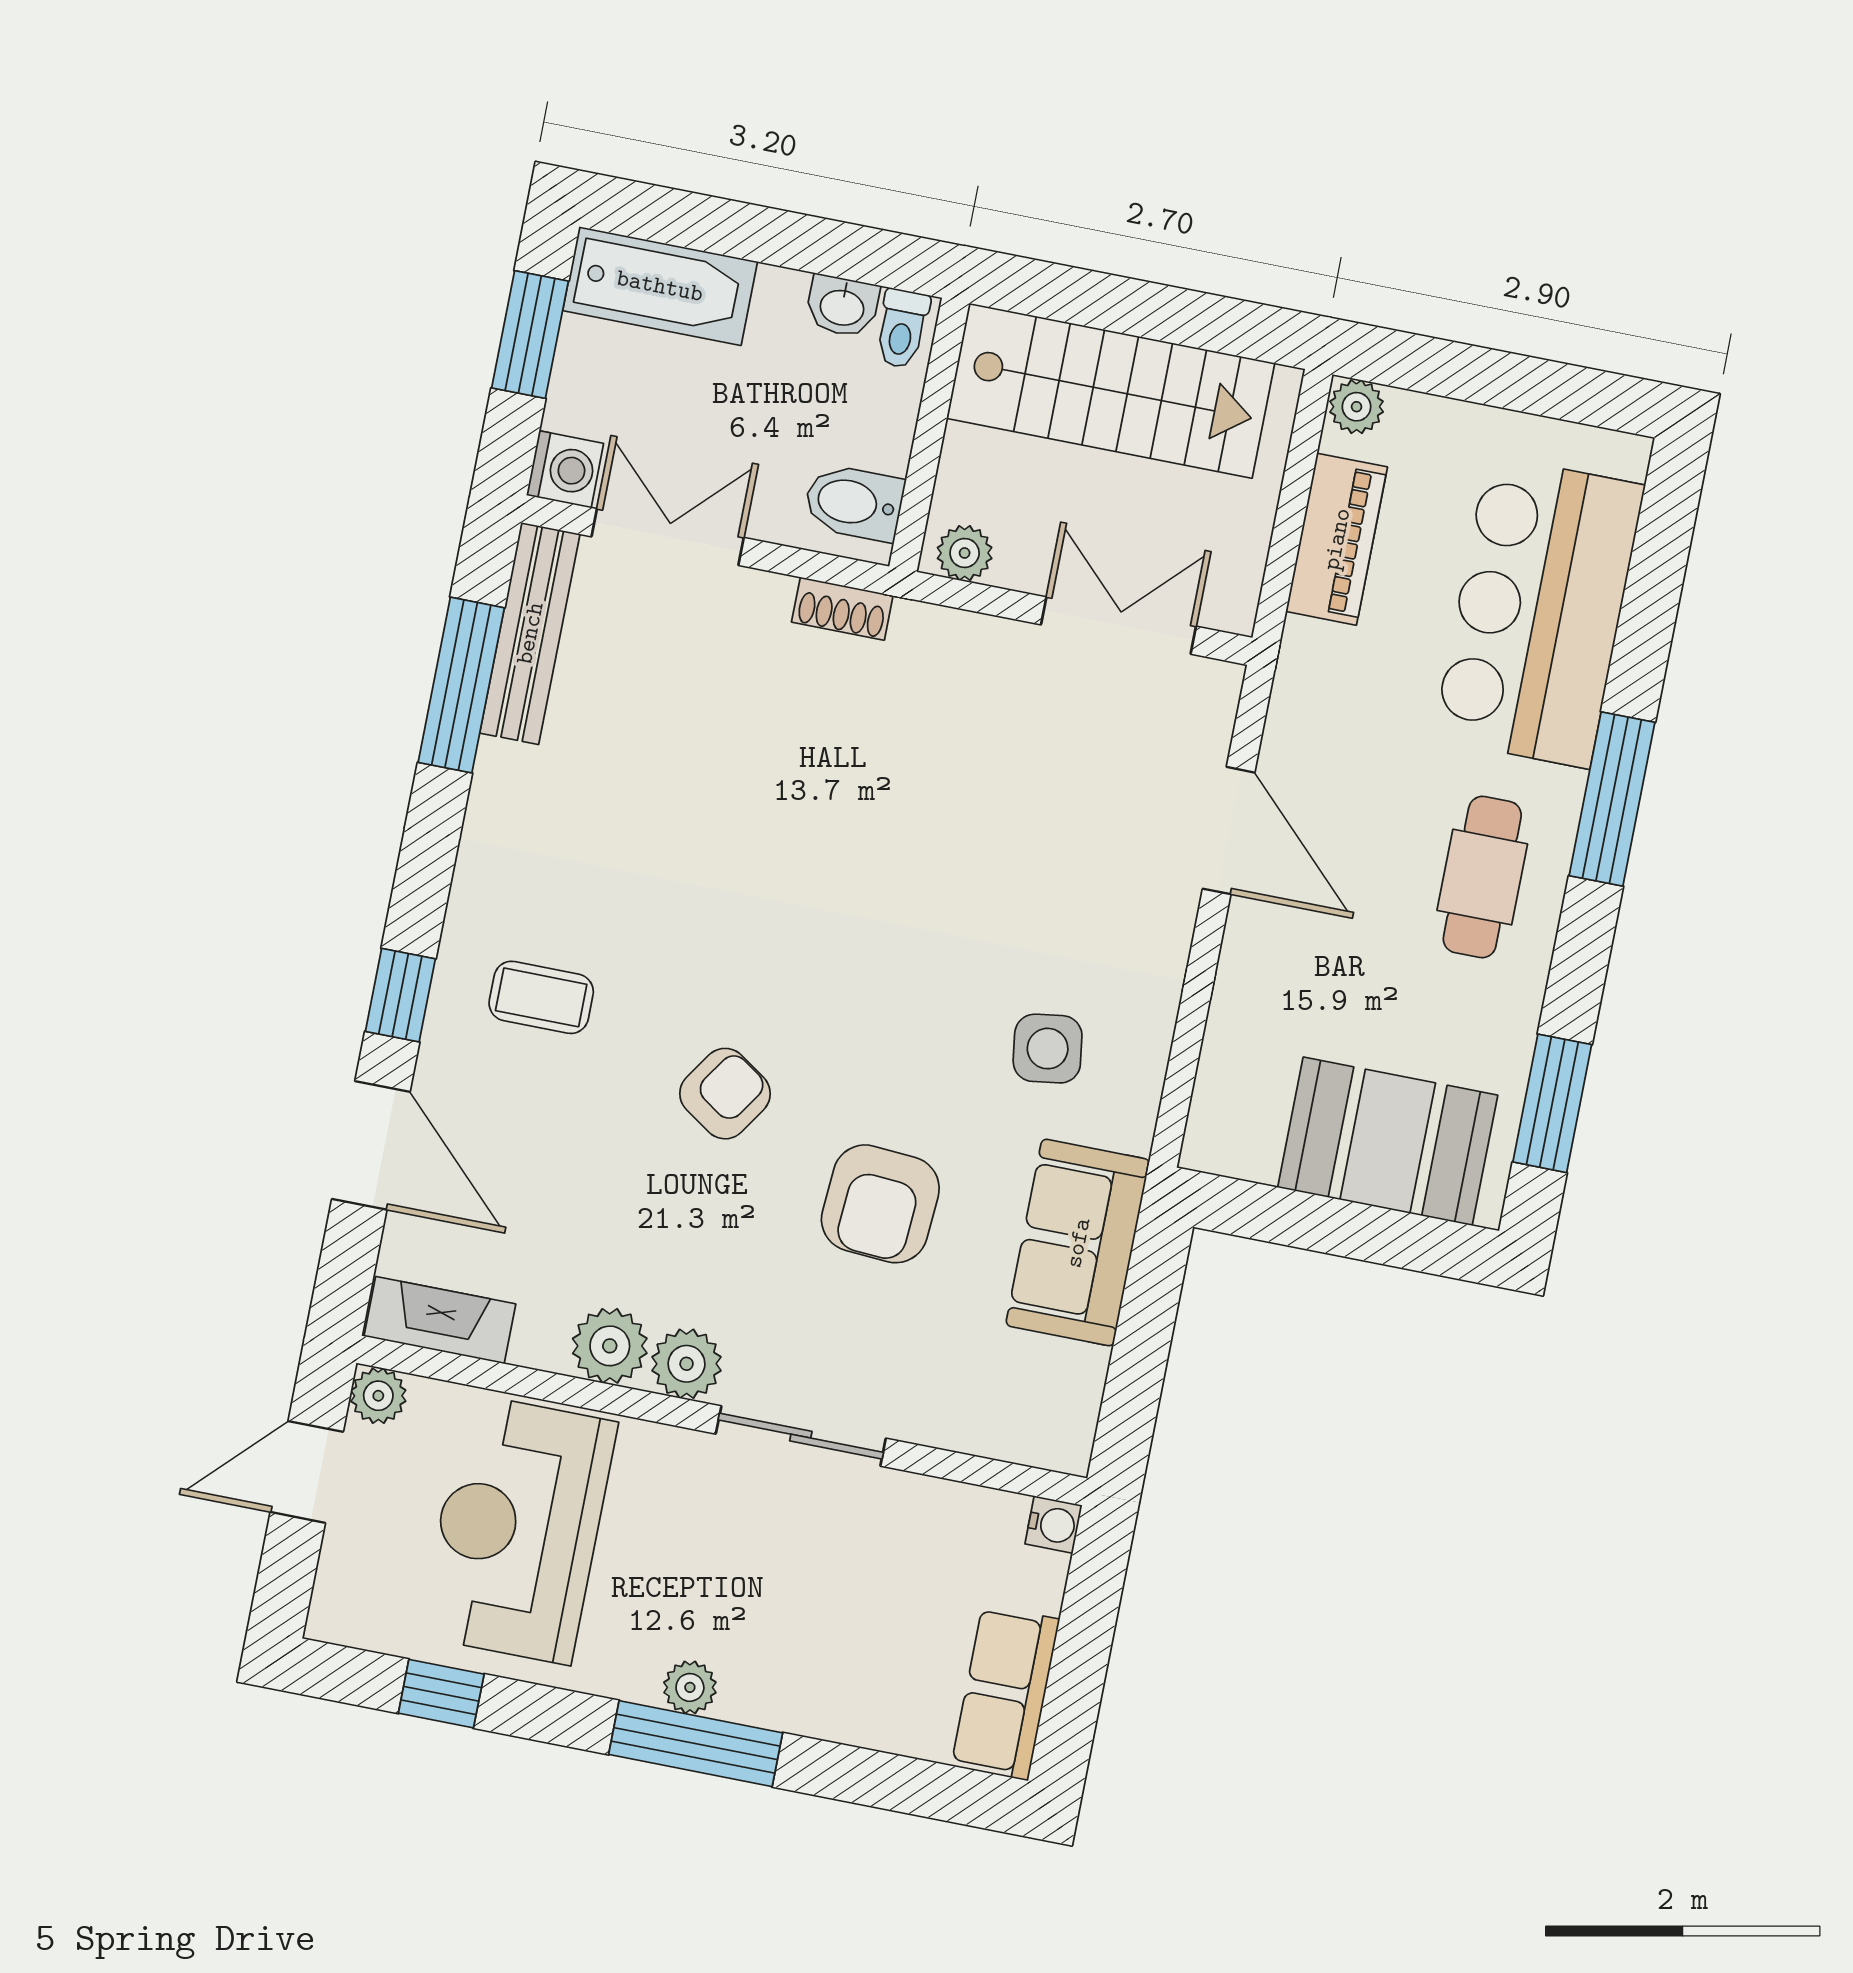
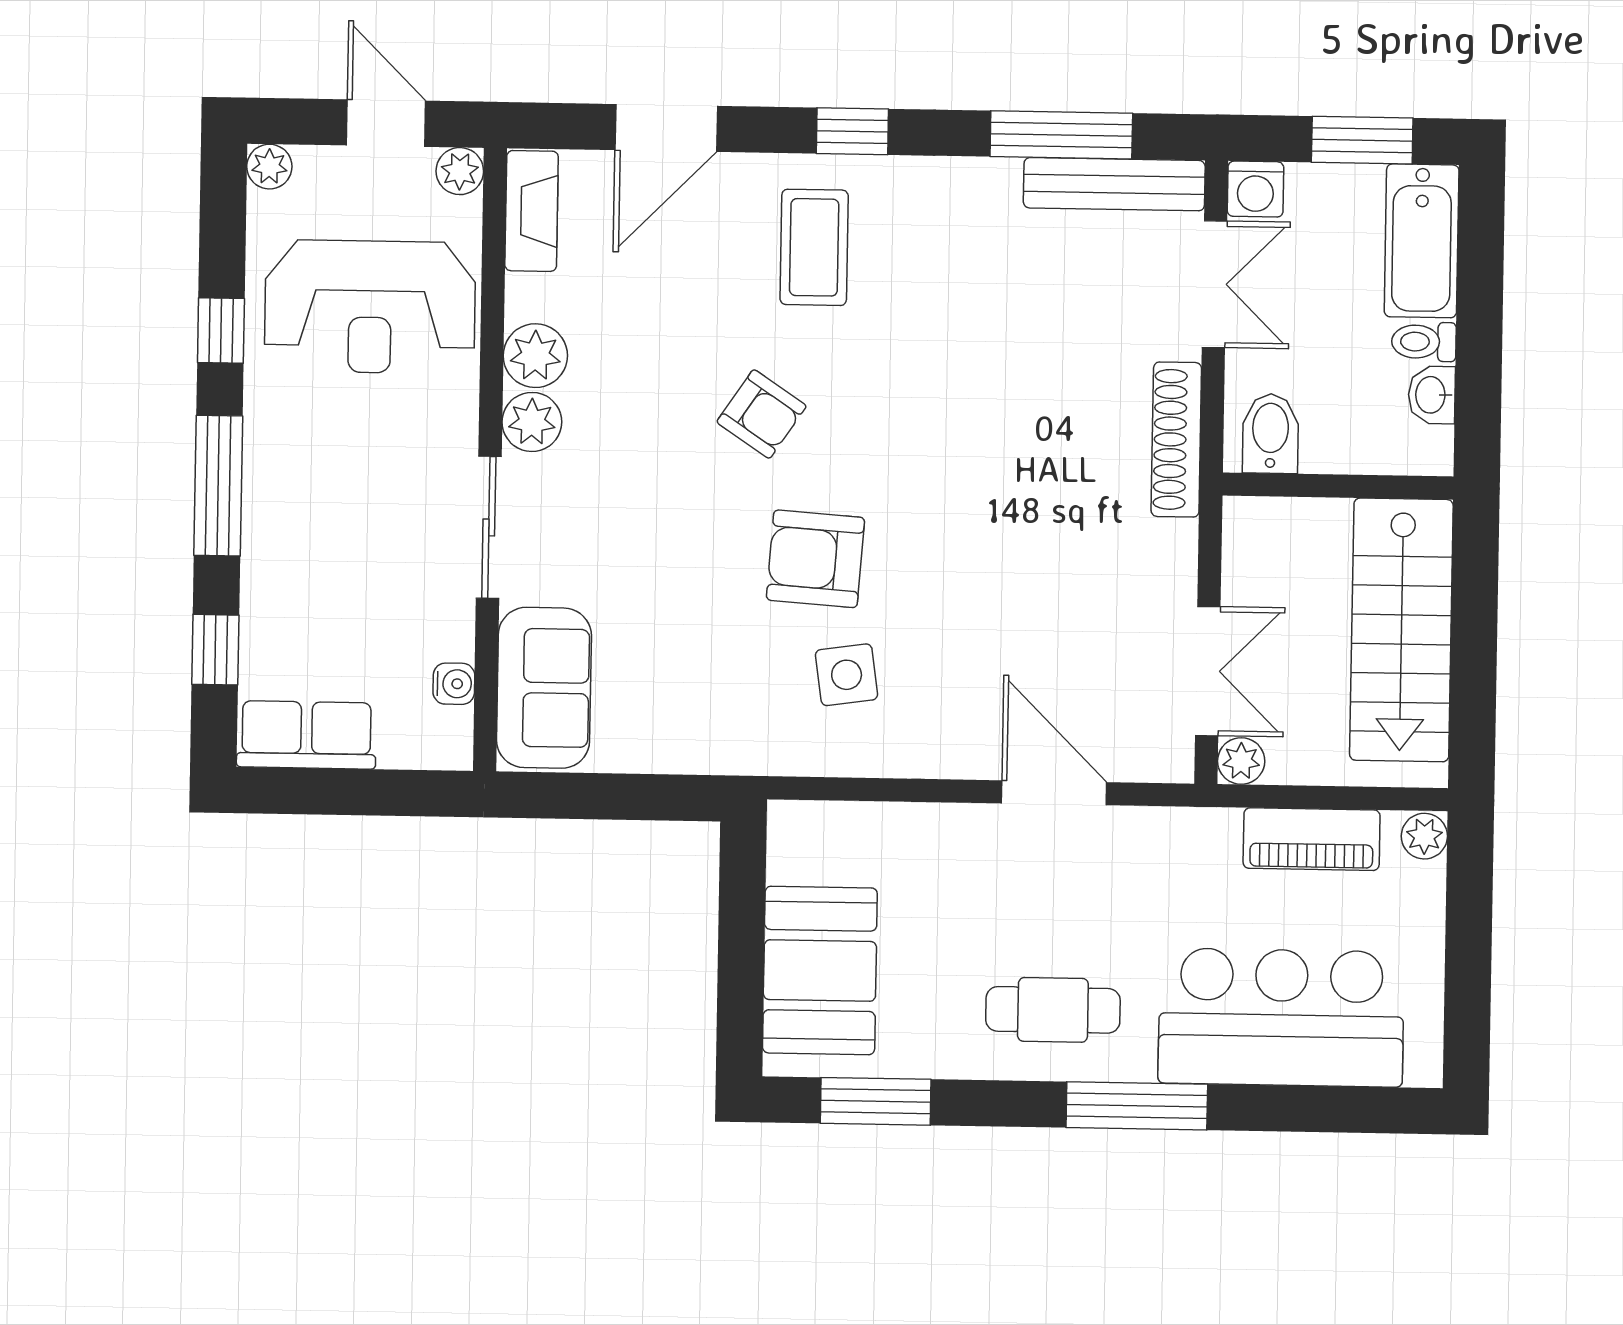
toilet: (902, 329) -> (1424, 342), moved
plant: (965, 553) -> (1241, 761), moved
shoe rack: (842, 609) -> (1176, 440), width x1.94, depth x1.24
door: (1229, 831) -> (1054, 793), swing flipped
window: (400, 995) -> (852, 131), moved
coffee table: (541, 997) -> (814, 247), width x1.36, depth x1.30
armchair: (880, 1204) -> (815, 559), moved
sofa: (1078, 1243) -> (544, 688), moved, turned 90
water cooler: (1054, 1525) -> (454, 684), moved, turned -90
reception desk: (518, 1529) -> (370, 307), turned 180
plant: (690, 1687) -> (269, 167), moved
window: (441, 1694) -> (221, 331), moved
window: (887, 1781) -> (215, 650), added

